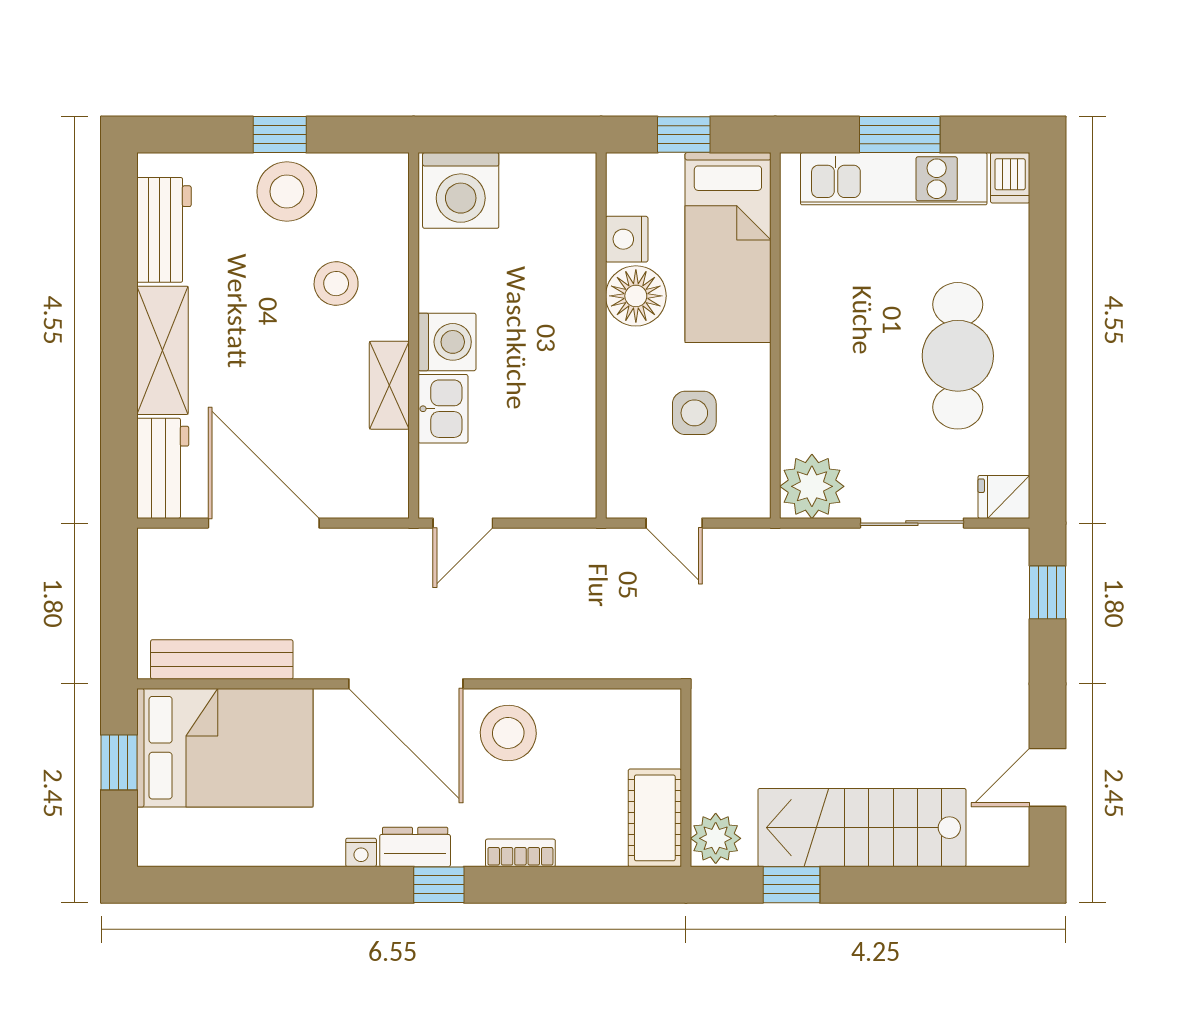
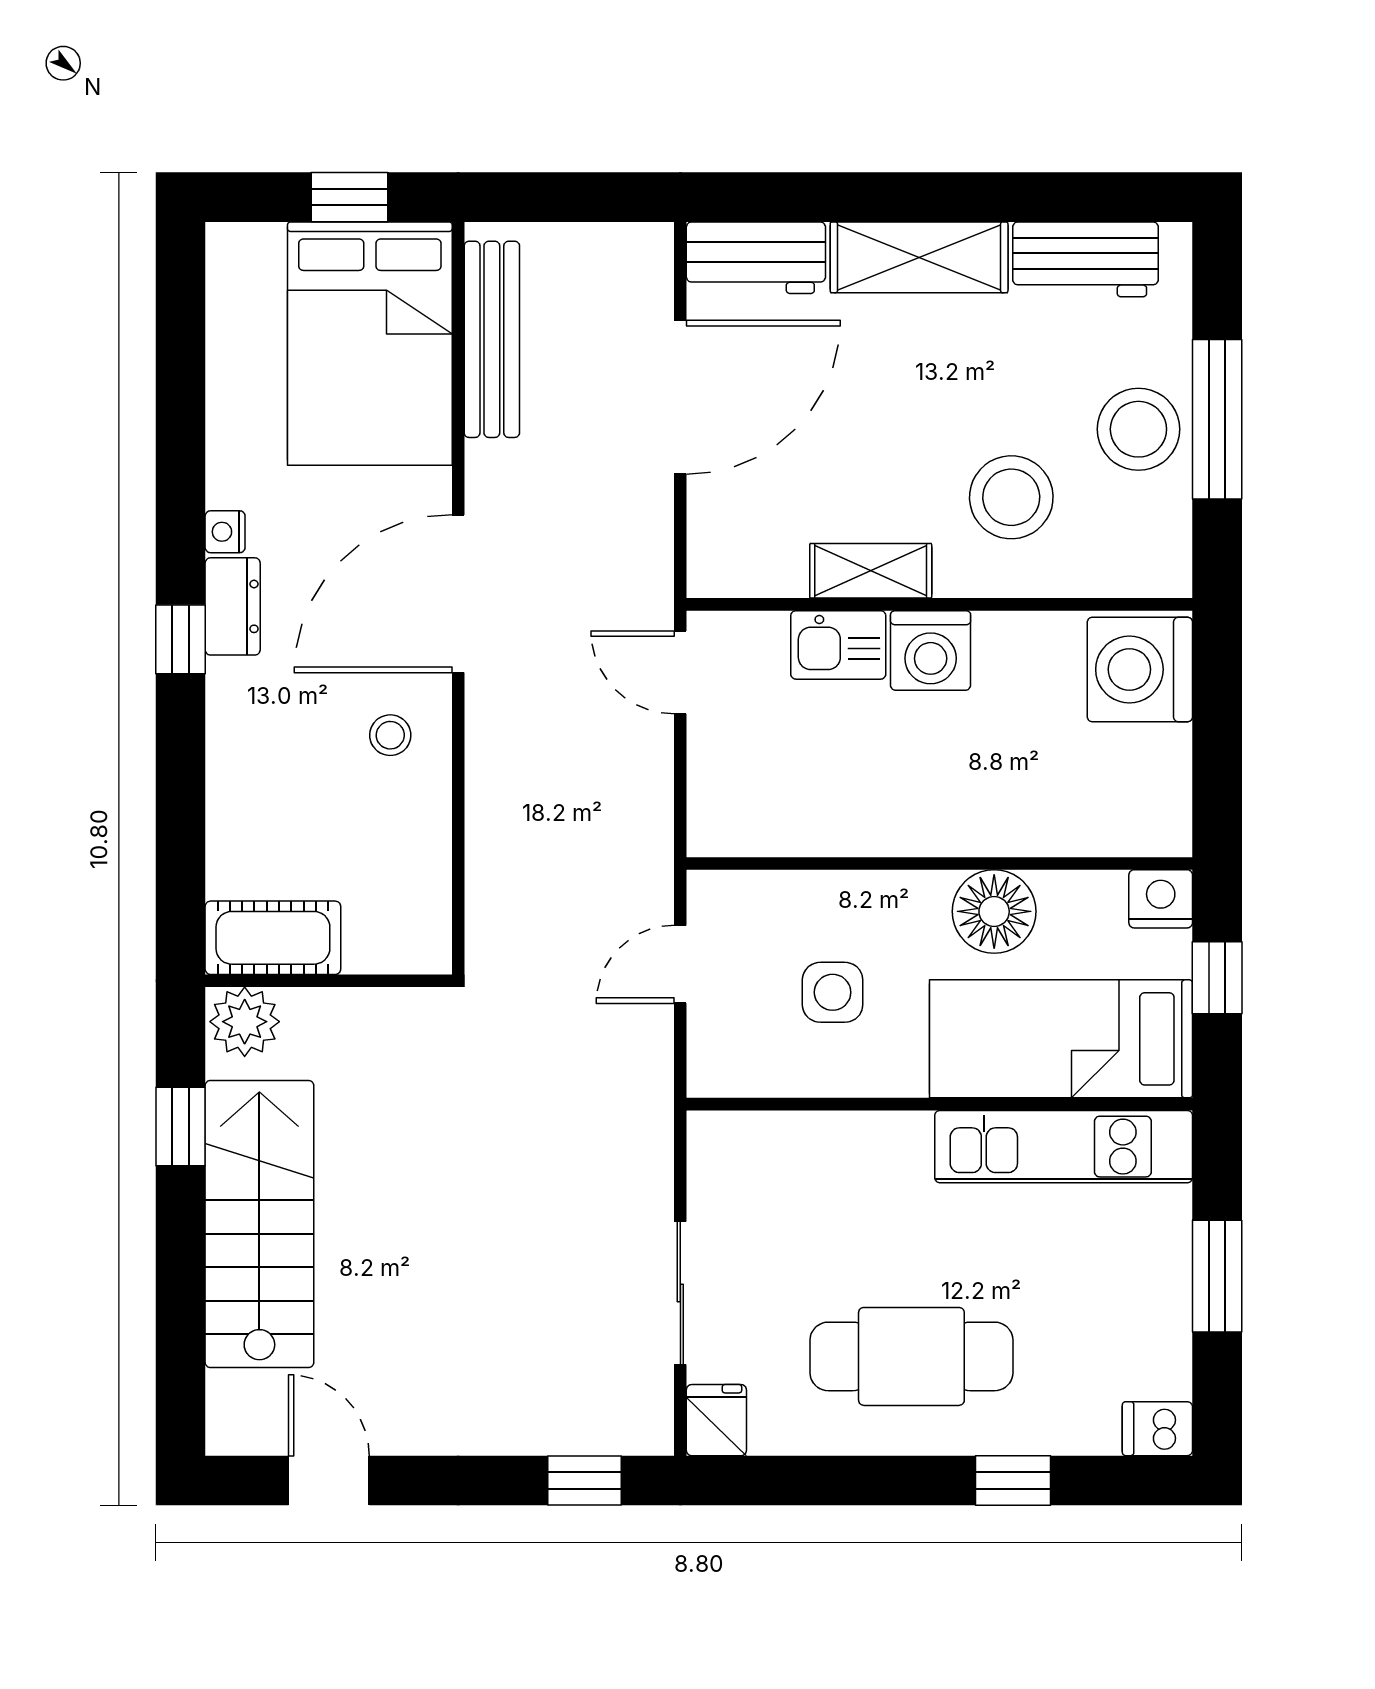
window: (280, 135) -> (1217, 419), width x2.17
kitchen unit: (894, 179) -> (1064, 1147), moved, turned -90
nightstand: (627, 239) -> (1161, 899), moved
window: (1048, 282) -> (1013, 1480), added
stool: (336, 284) -> (1011, 497), width x1.38, depth x1.38
plant: (812, 486) -> (731, 1155), removed
stool: (508, 733) -> (390, 735), width x0.53, depth x0.53
bookcase: (520, 853) -> (224, 752), removed

